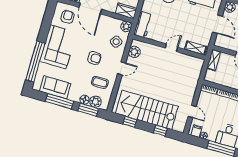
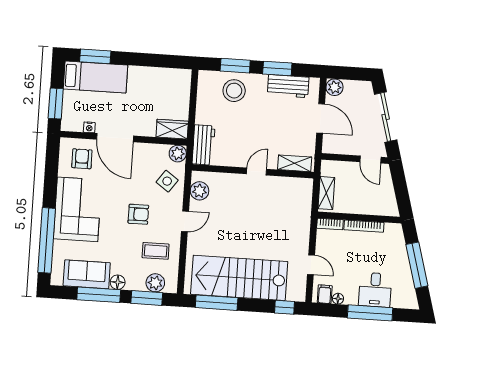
shelving: (214, 60) -> (326, 193), moved
floor lamp: (85, 100) -> (118, 282), moved
window: (130, 122) -> (217, 303), width x2.17
window: (160, 131) -> (284, 307), moved

